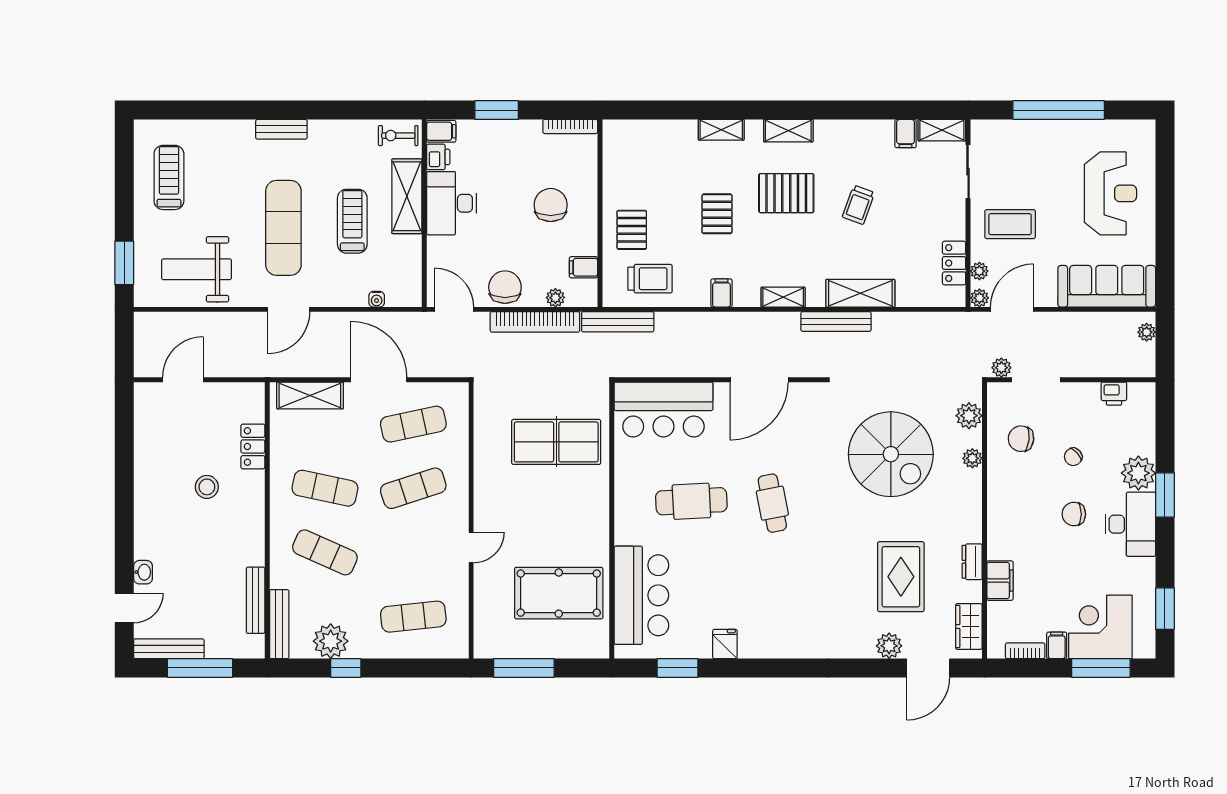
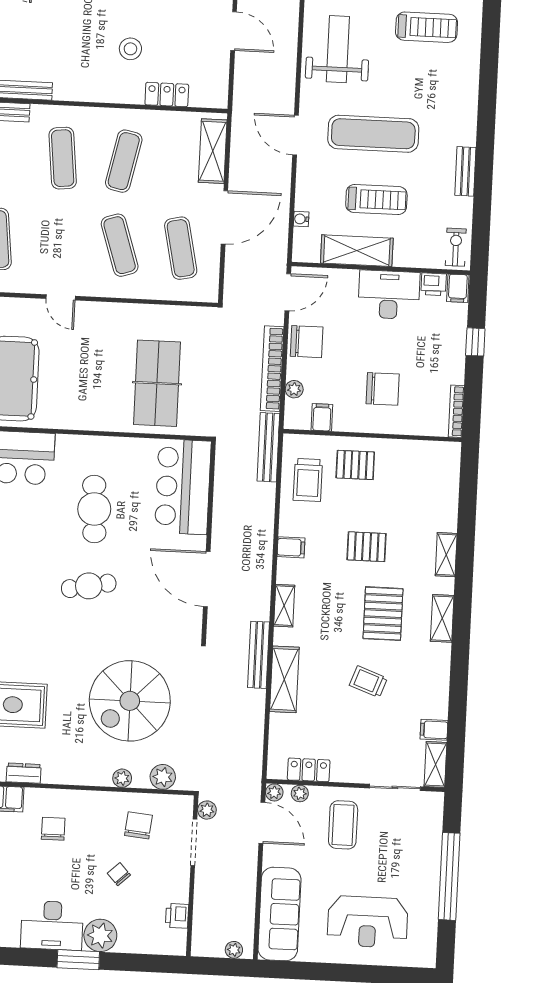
window: (497, 110) -> (475, 342), width x0.67
bench: (281, 129) -> (465, 171), moved
shelving: (407, 196) -> (357, 251), moved
chair: (1074, 514) -> (53, 829), moved
exercise mat: (325, 552) -> (63, 158), turned -30

